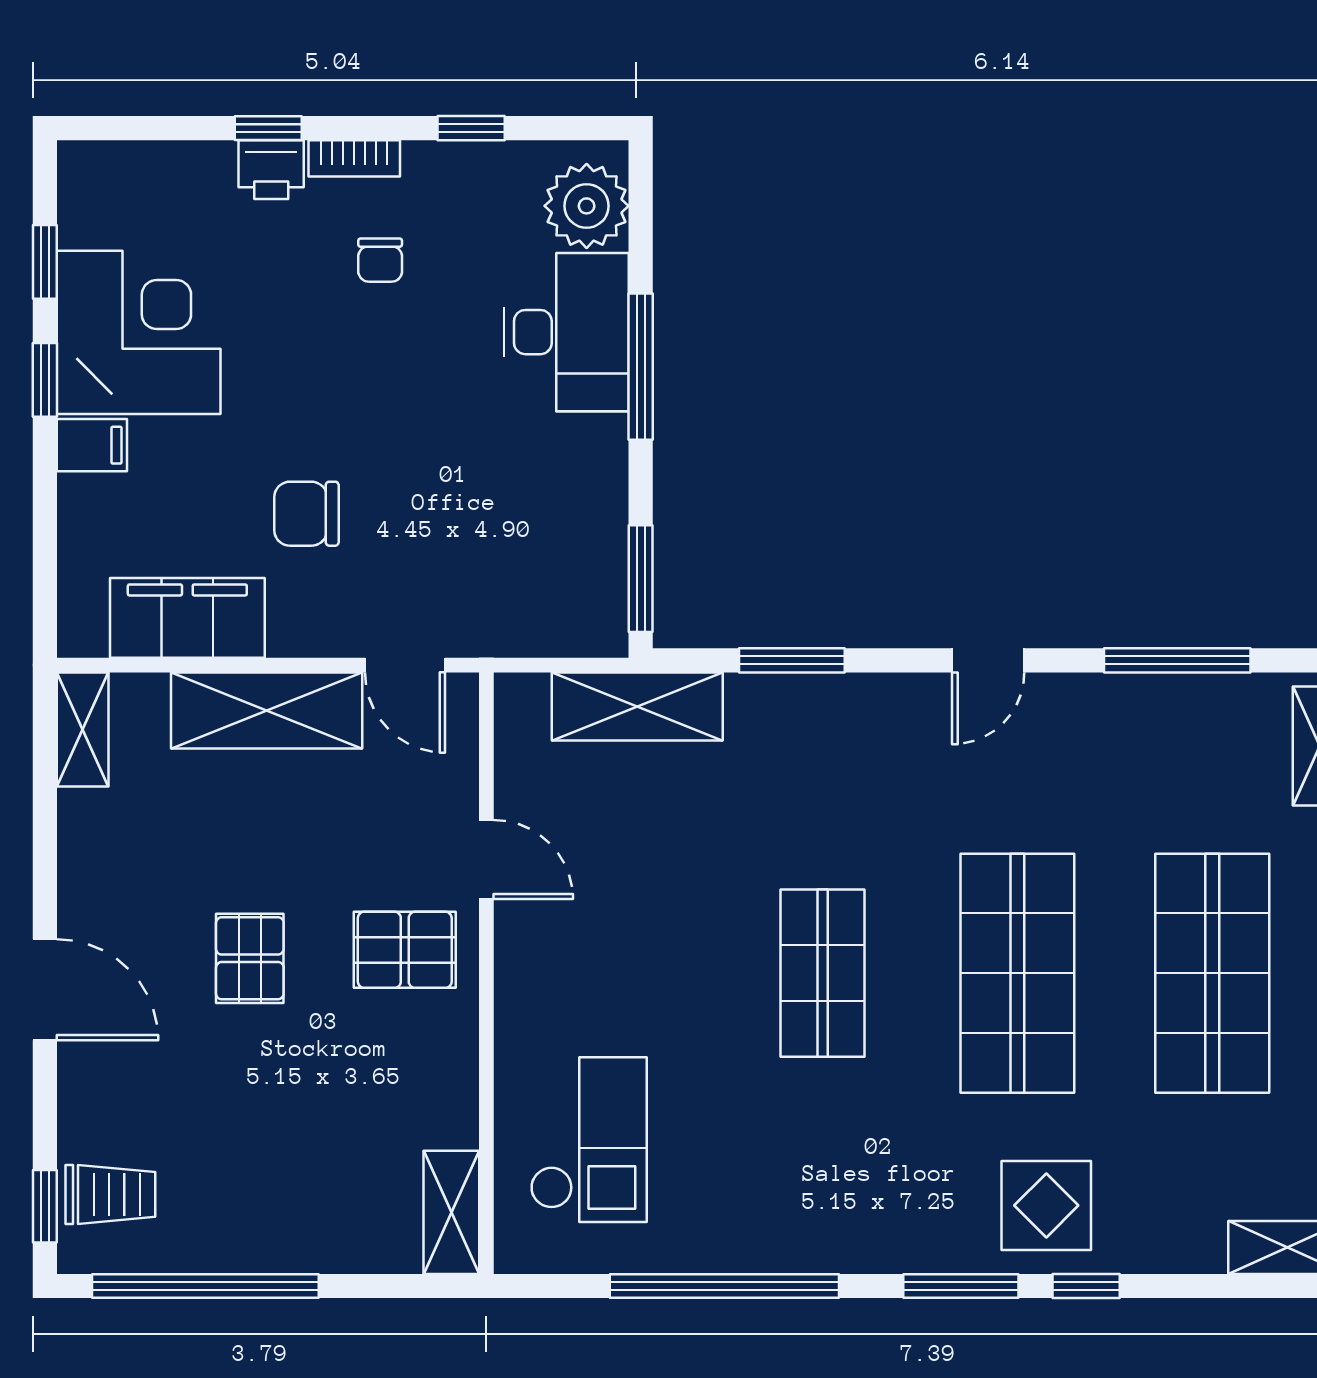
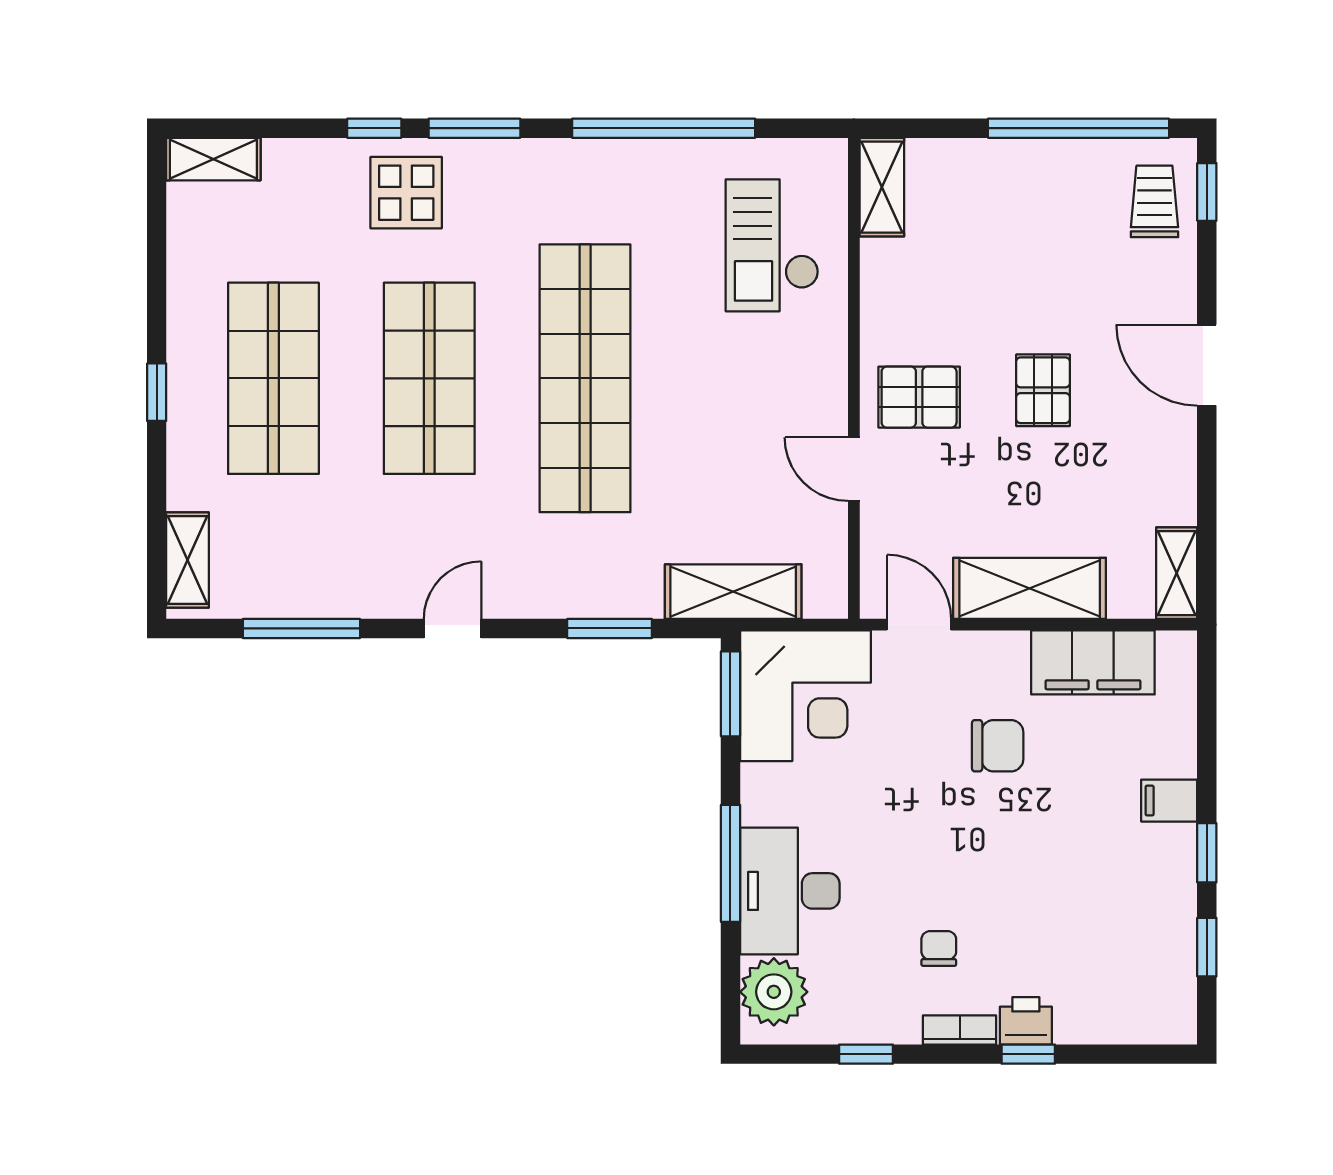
corner desk: (139, 332) -> (805, 696), moved, turned -90
shop shelf: (823, 973) -> (585, 378), width x2.00, depth x1.36
trolley: (110, 1194) -> (1154, 201), turned 90

